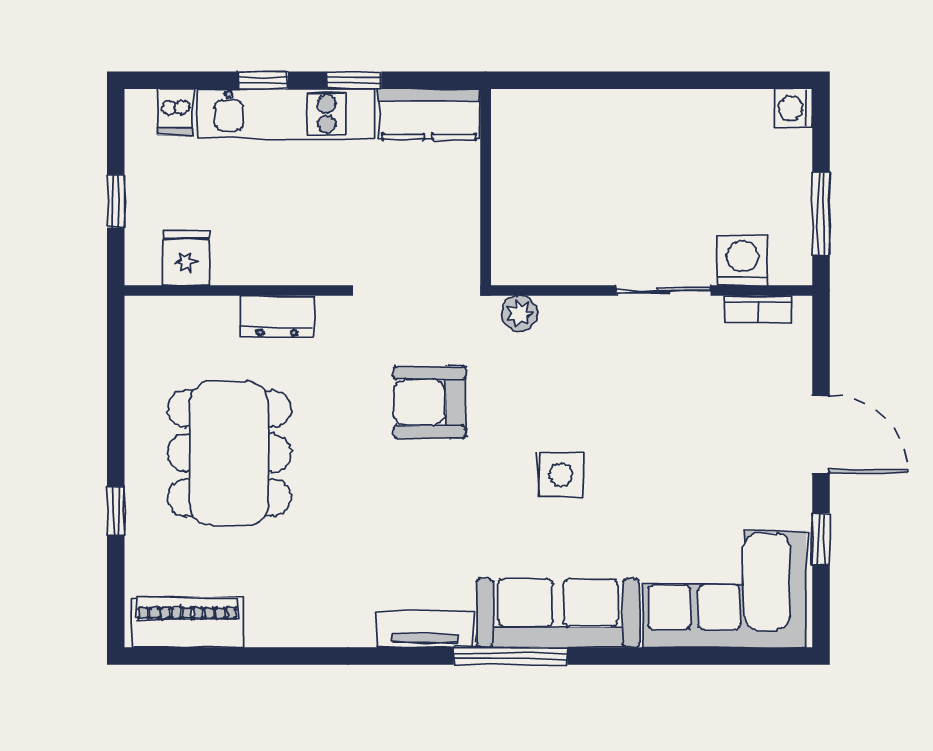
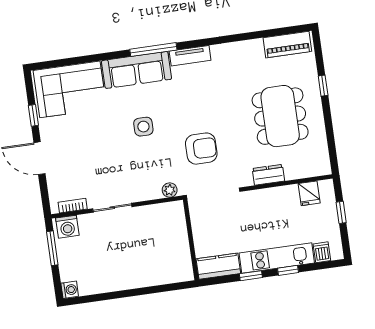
washing machine: (742, 260) -> (67, 227), moved

